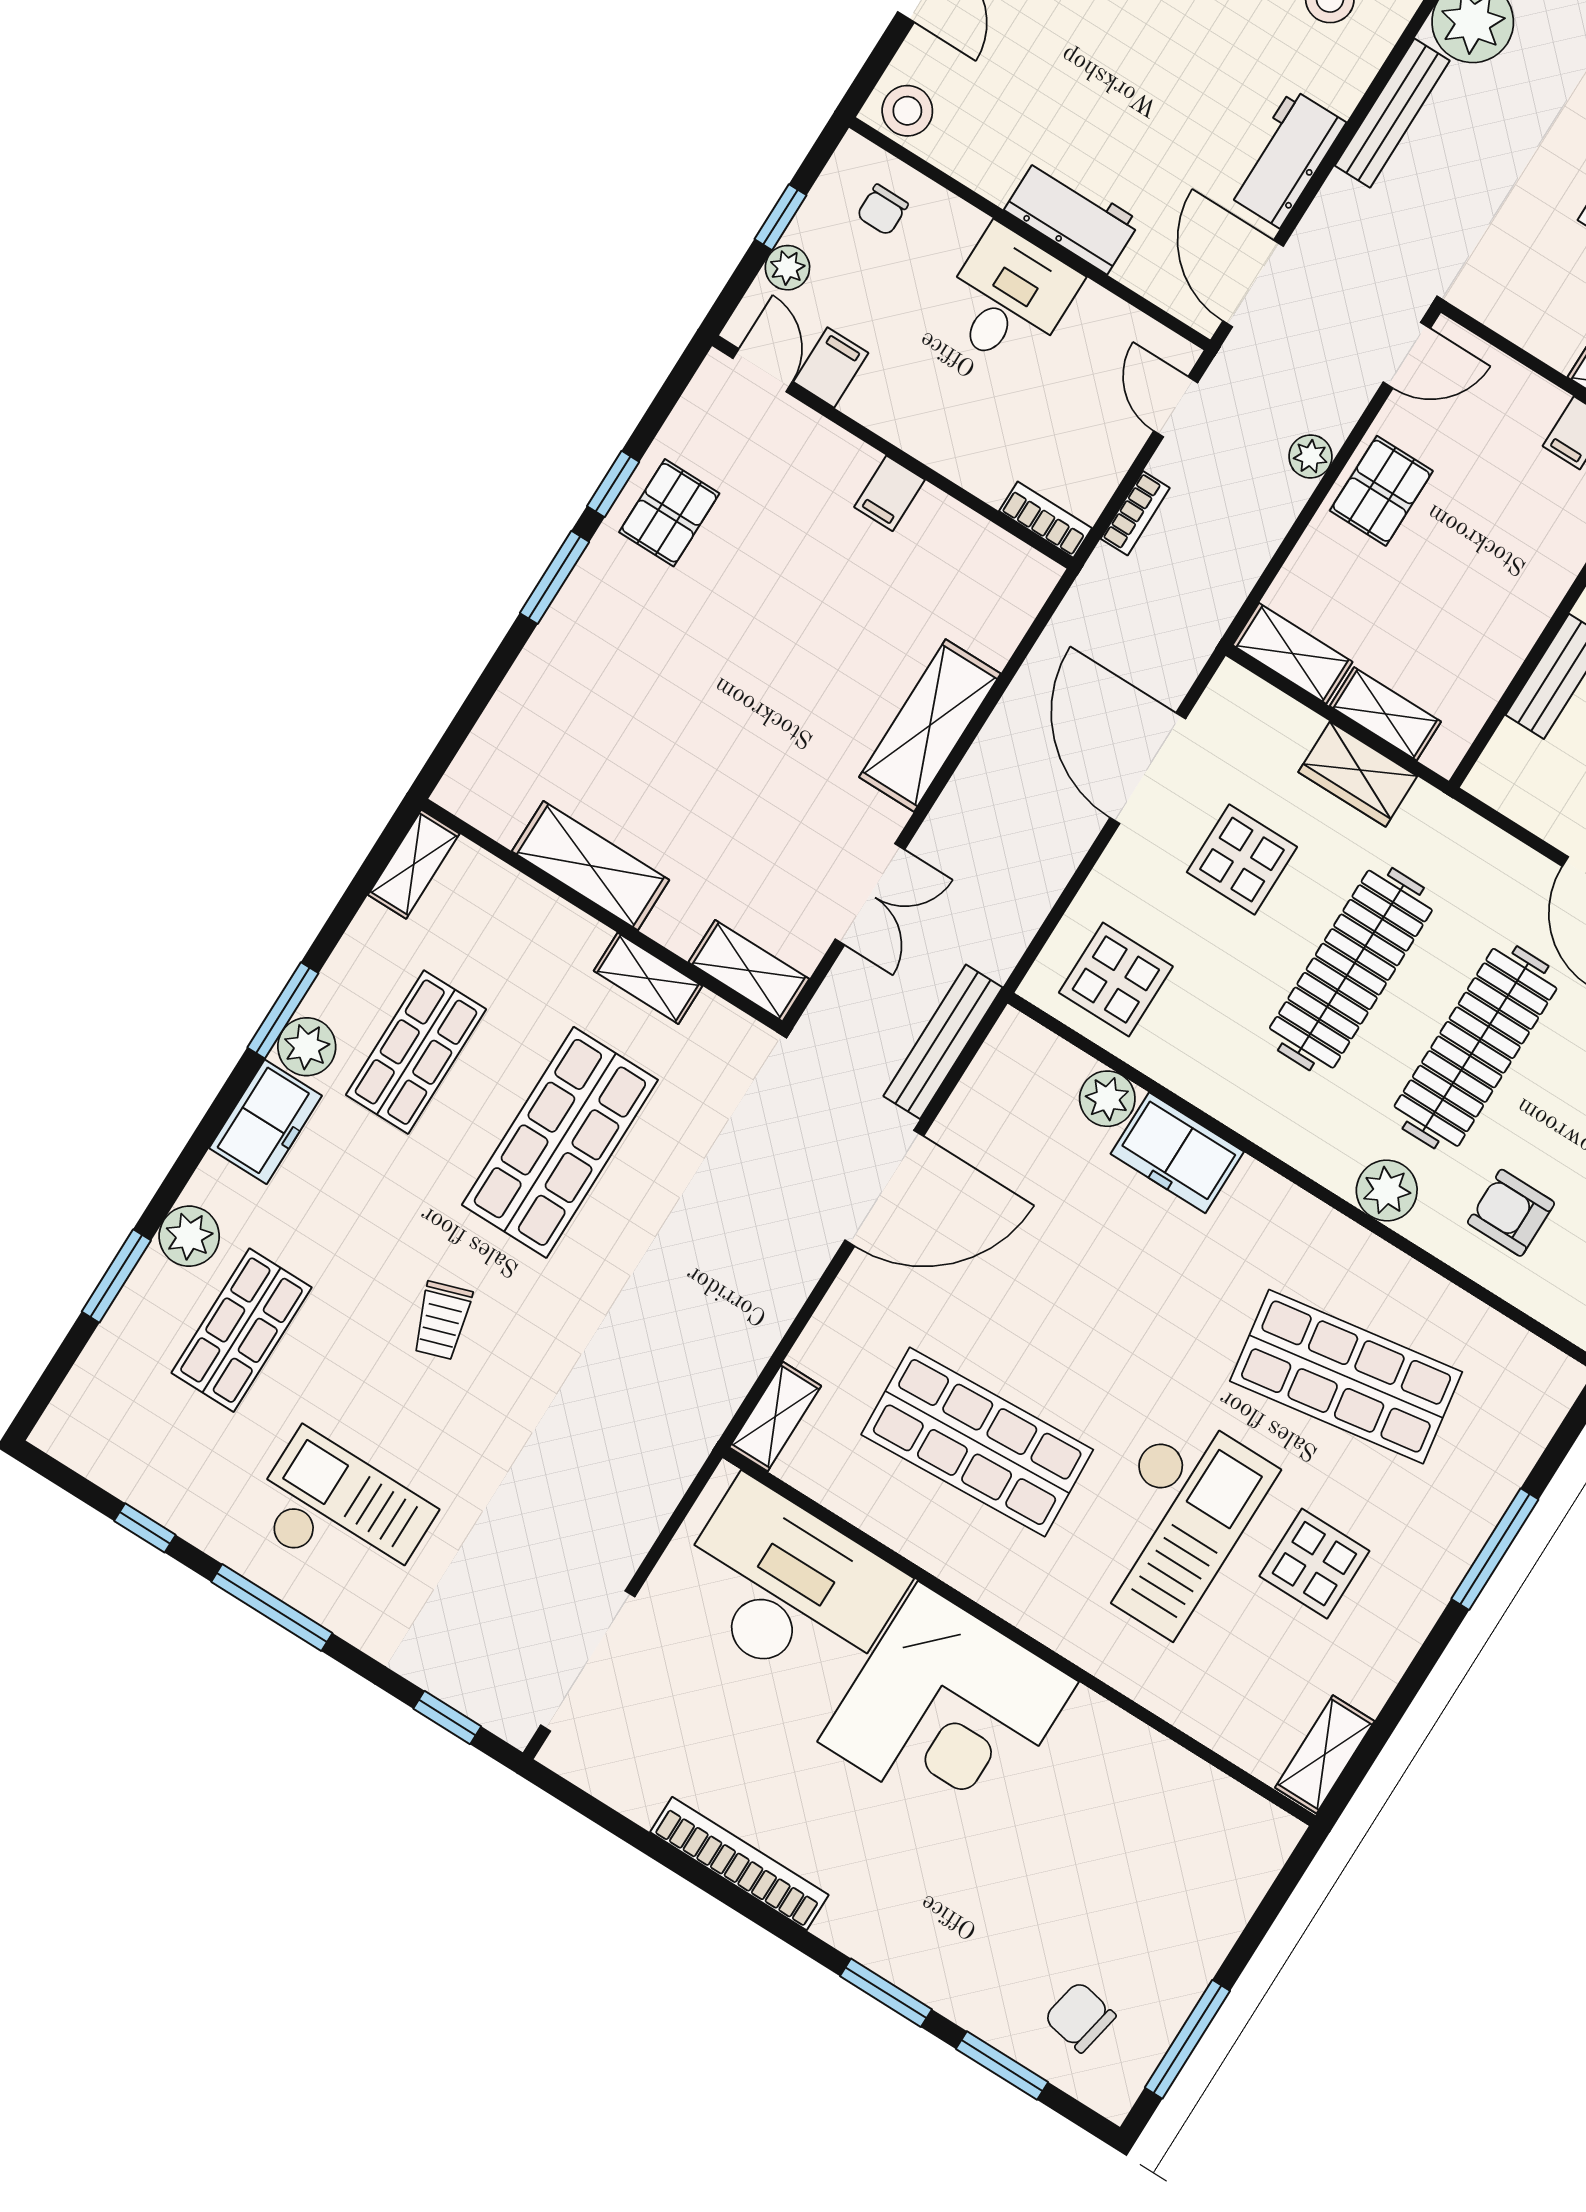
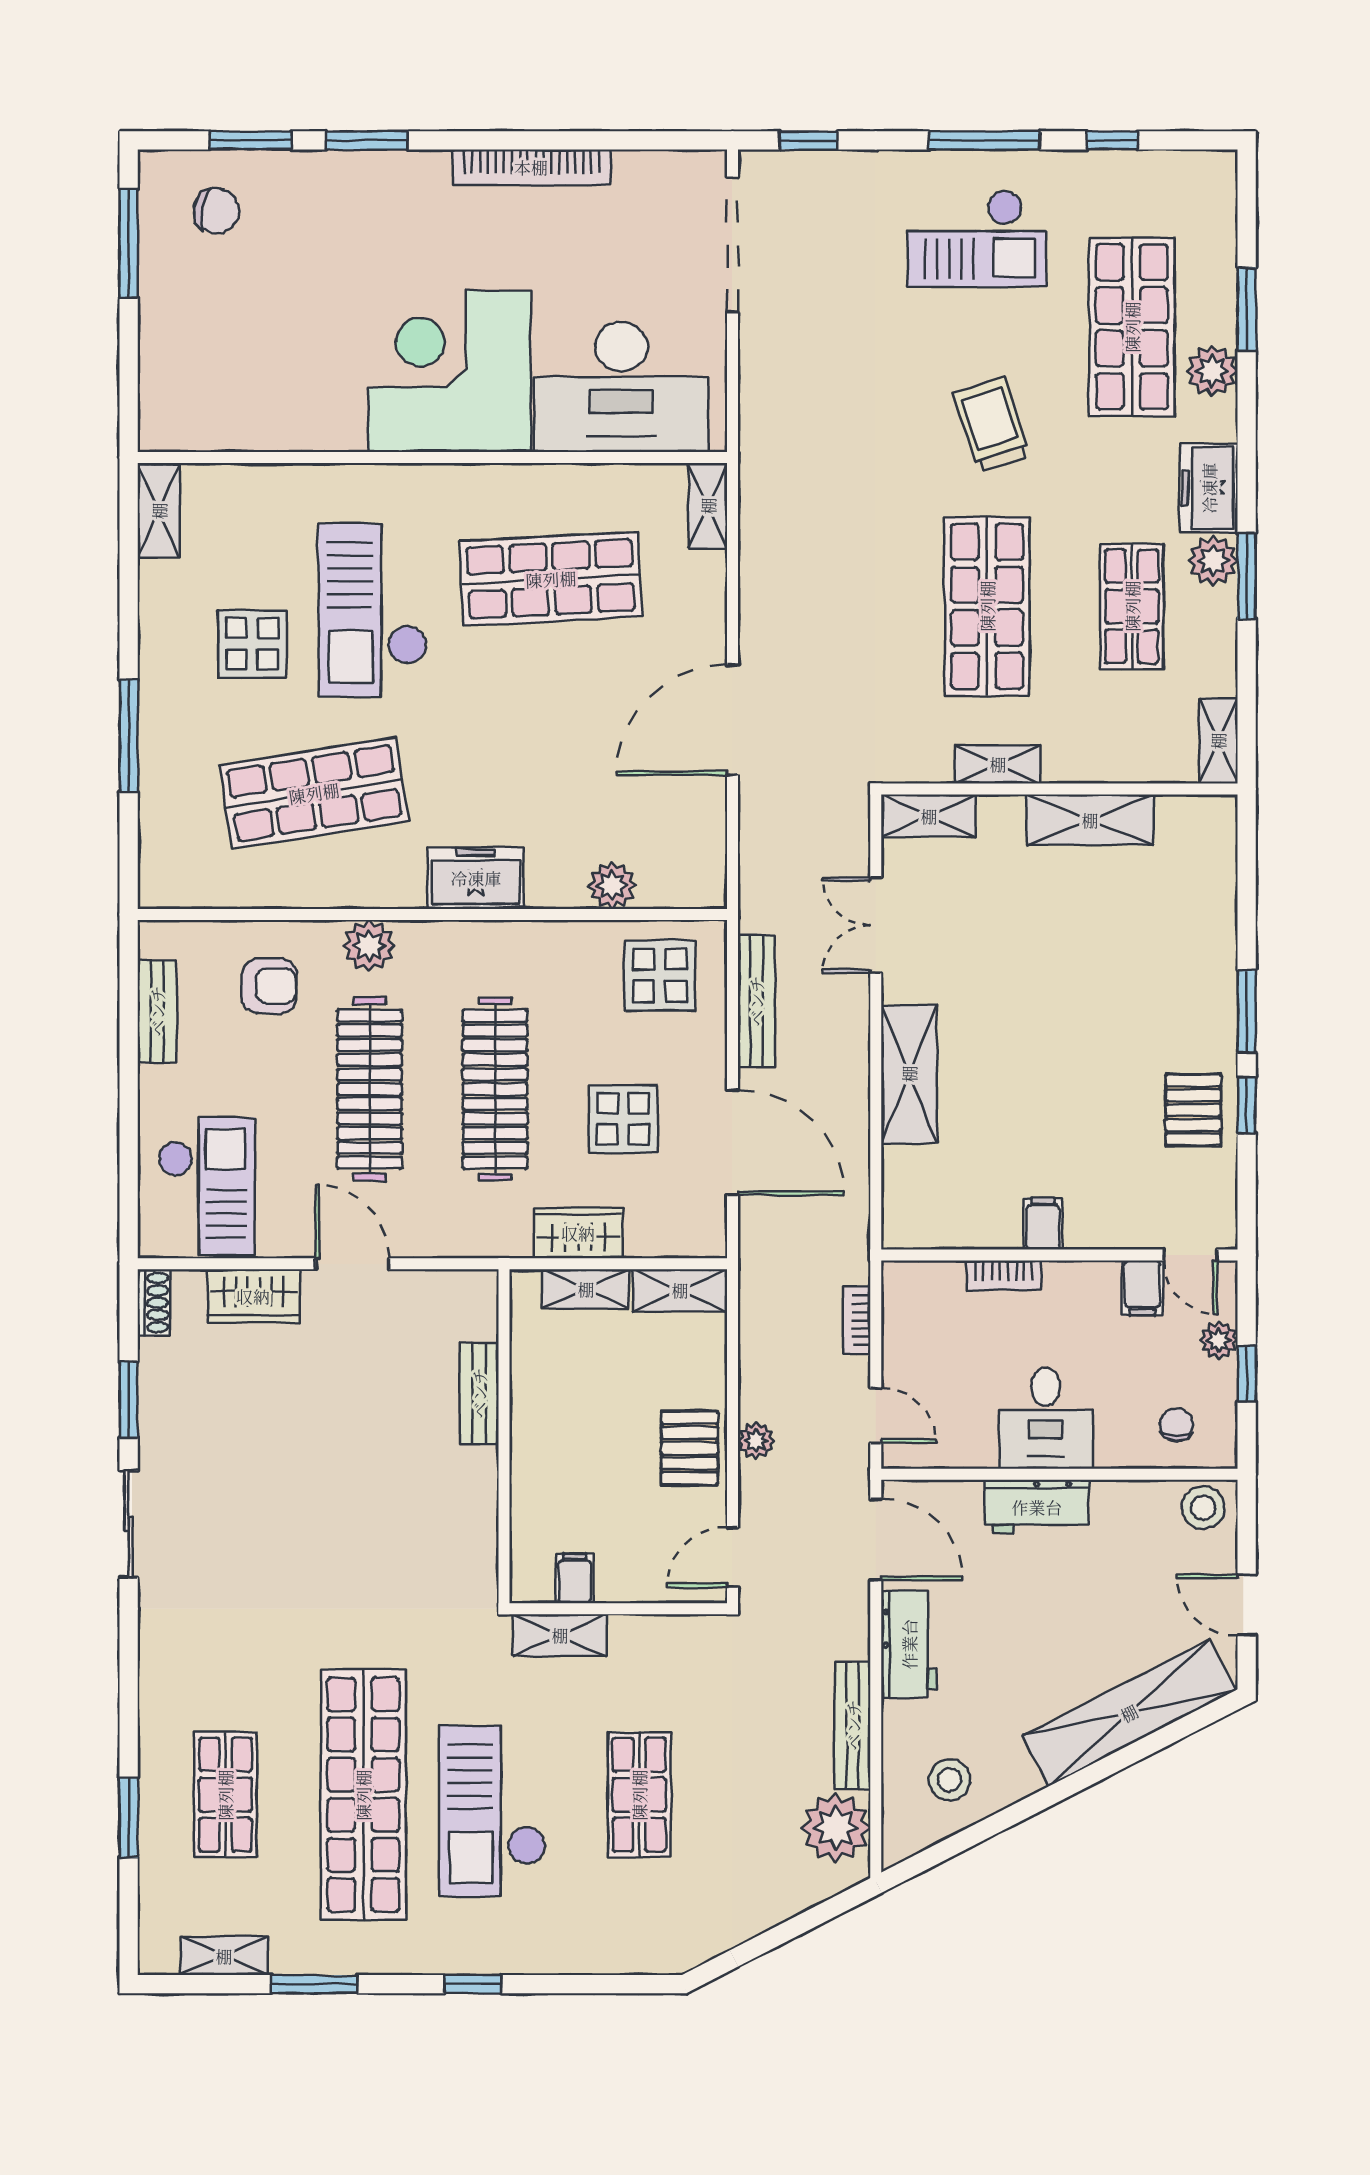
bookcase: (1046, 520) -> (1004, 1275), moved
bench: (943, 1042) -> (756, 1001), moved
freezer: (1177, 1153) -> (476, 878), moved
trolley: (442, 1321) -> (992, 424), width x1.36, depth x1.39
shop shelf: (242, 1330) -> (1132, 327), width x1.43, depth x1.36

